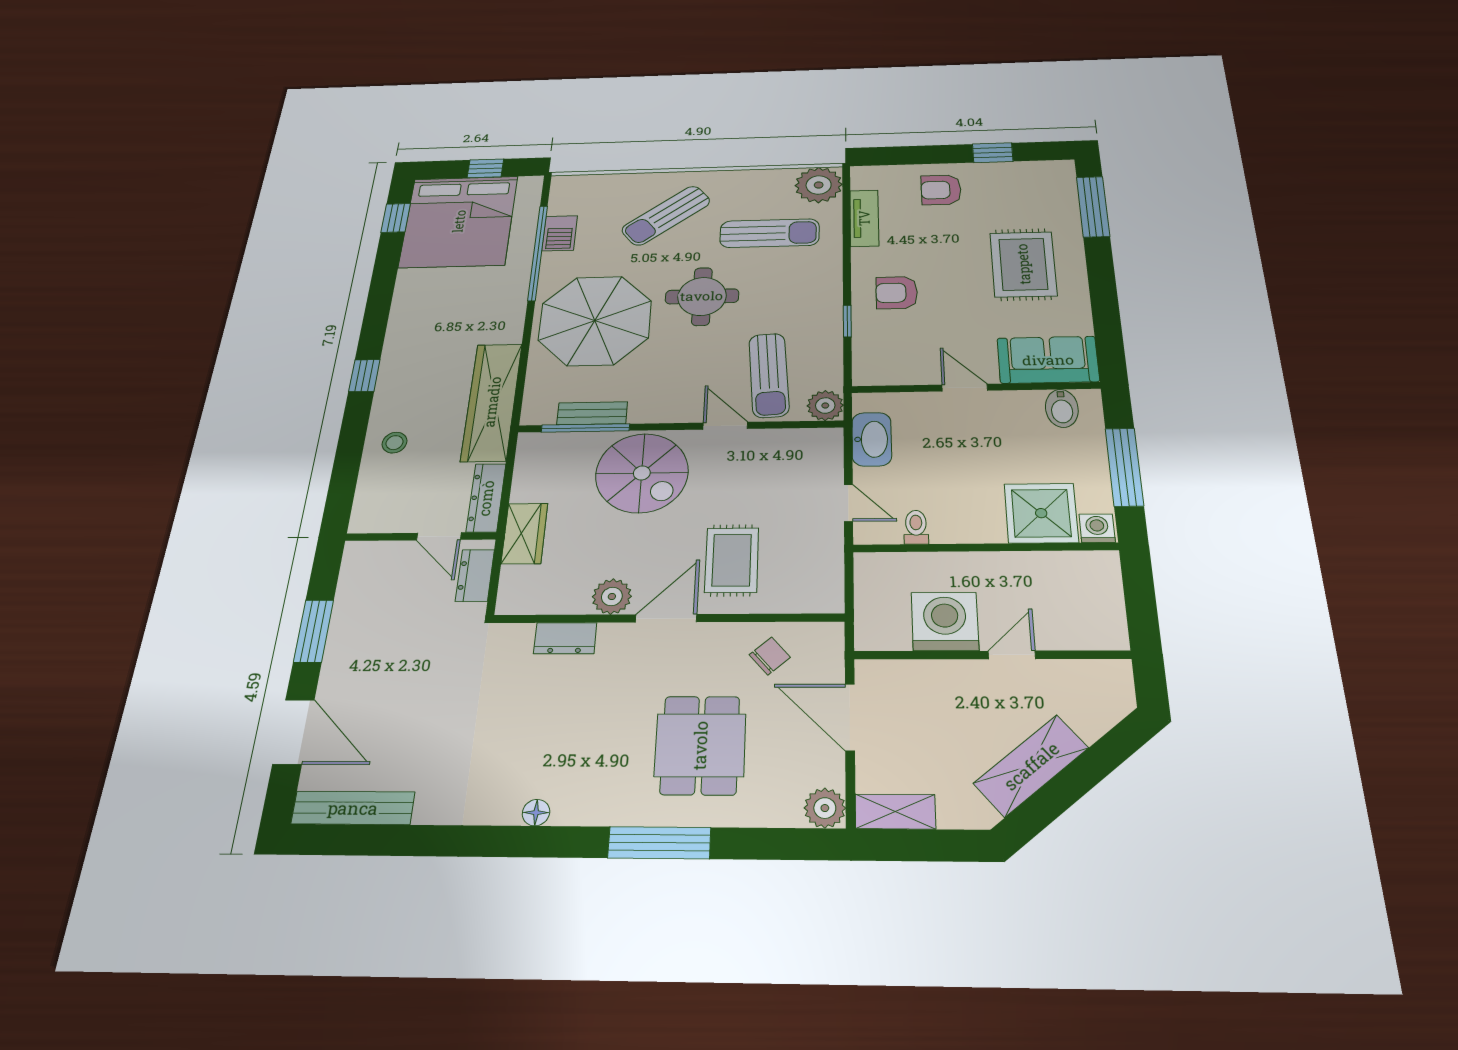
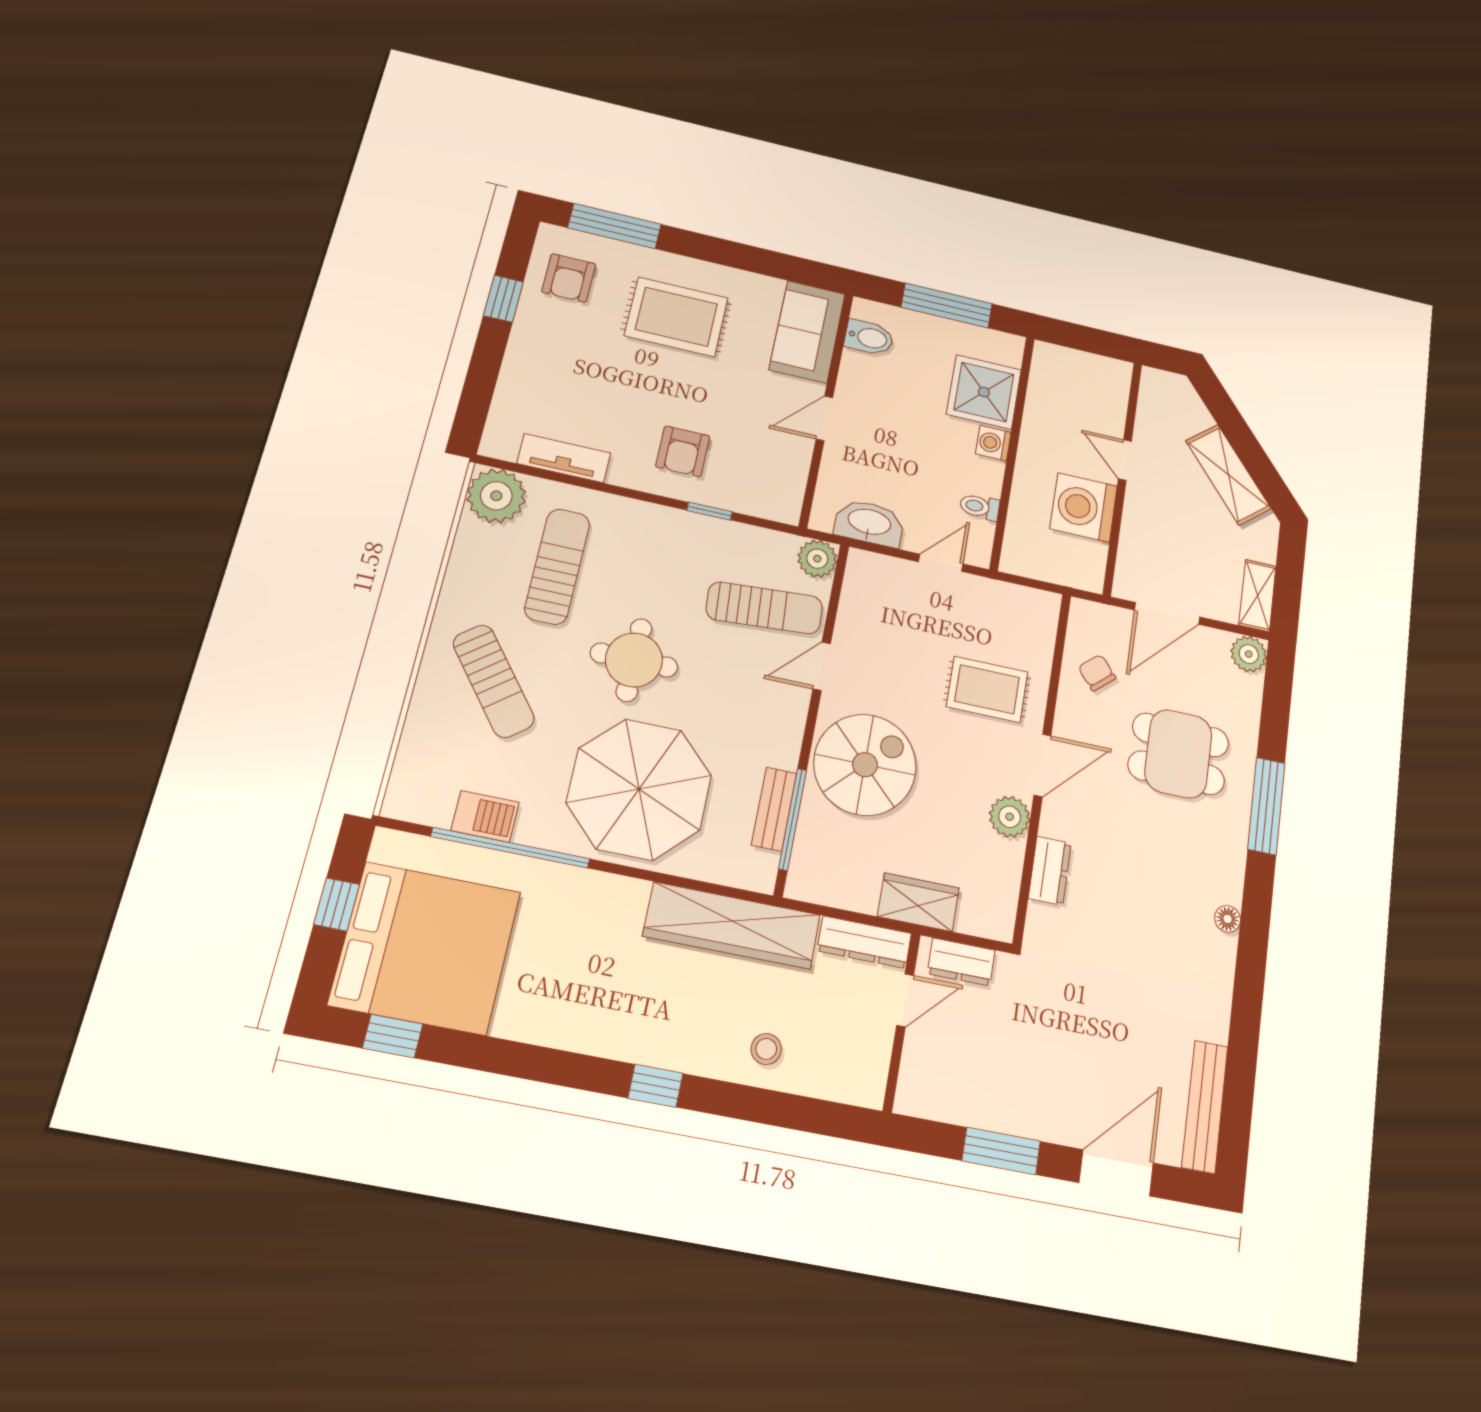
armchair: (941, 190) -> (569, 278), moved
washing machine: (1097, 528) -> (993, 443), moved
door: (666, 618) -> (1042, 765), swing flipped

